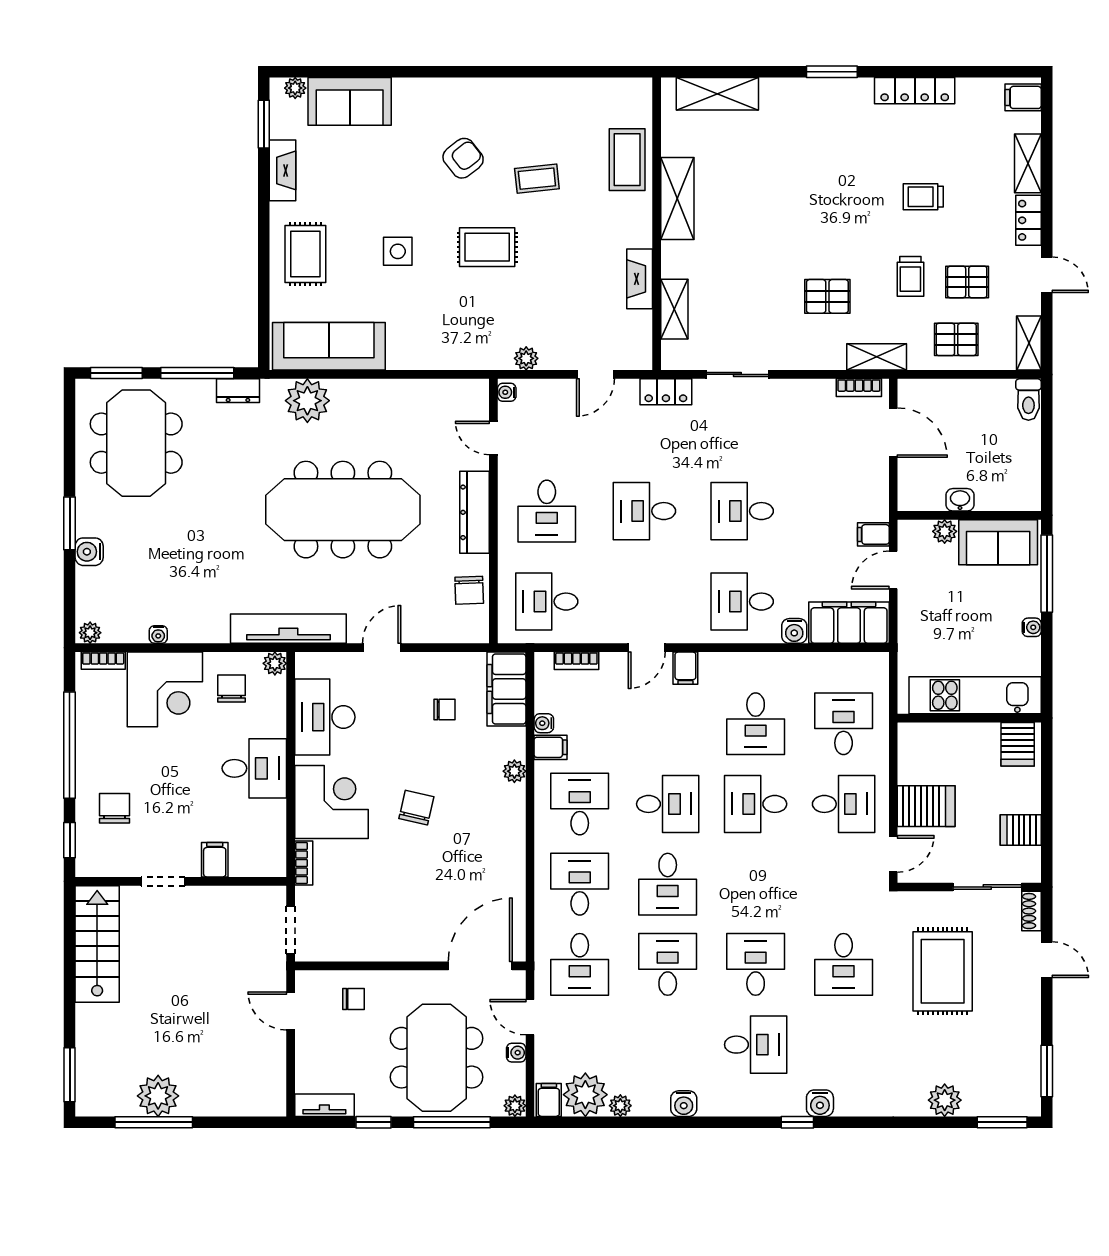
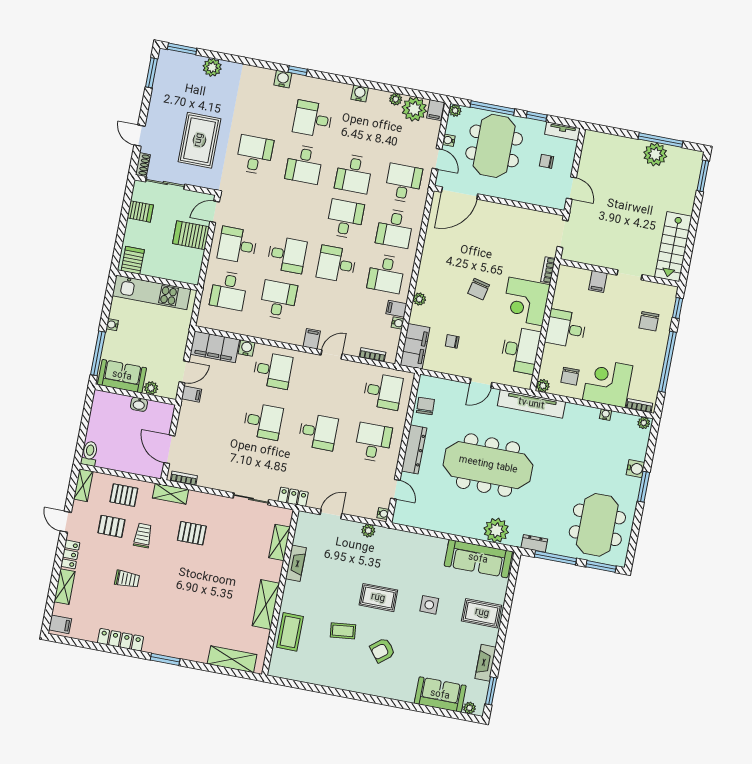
rug: (305, 254) -> (482, 613), turned 90
chair: (354, 999) -> (547, 161), moved

